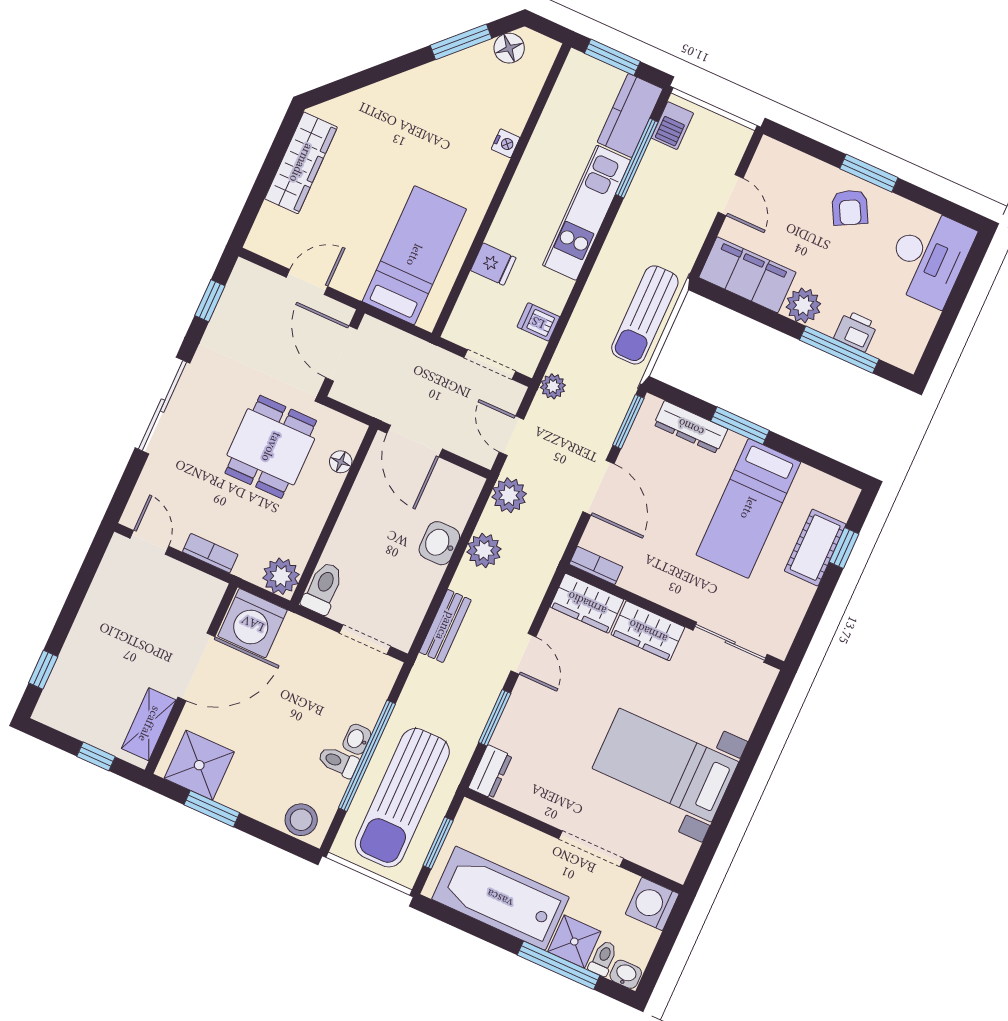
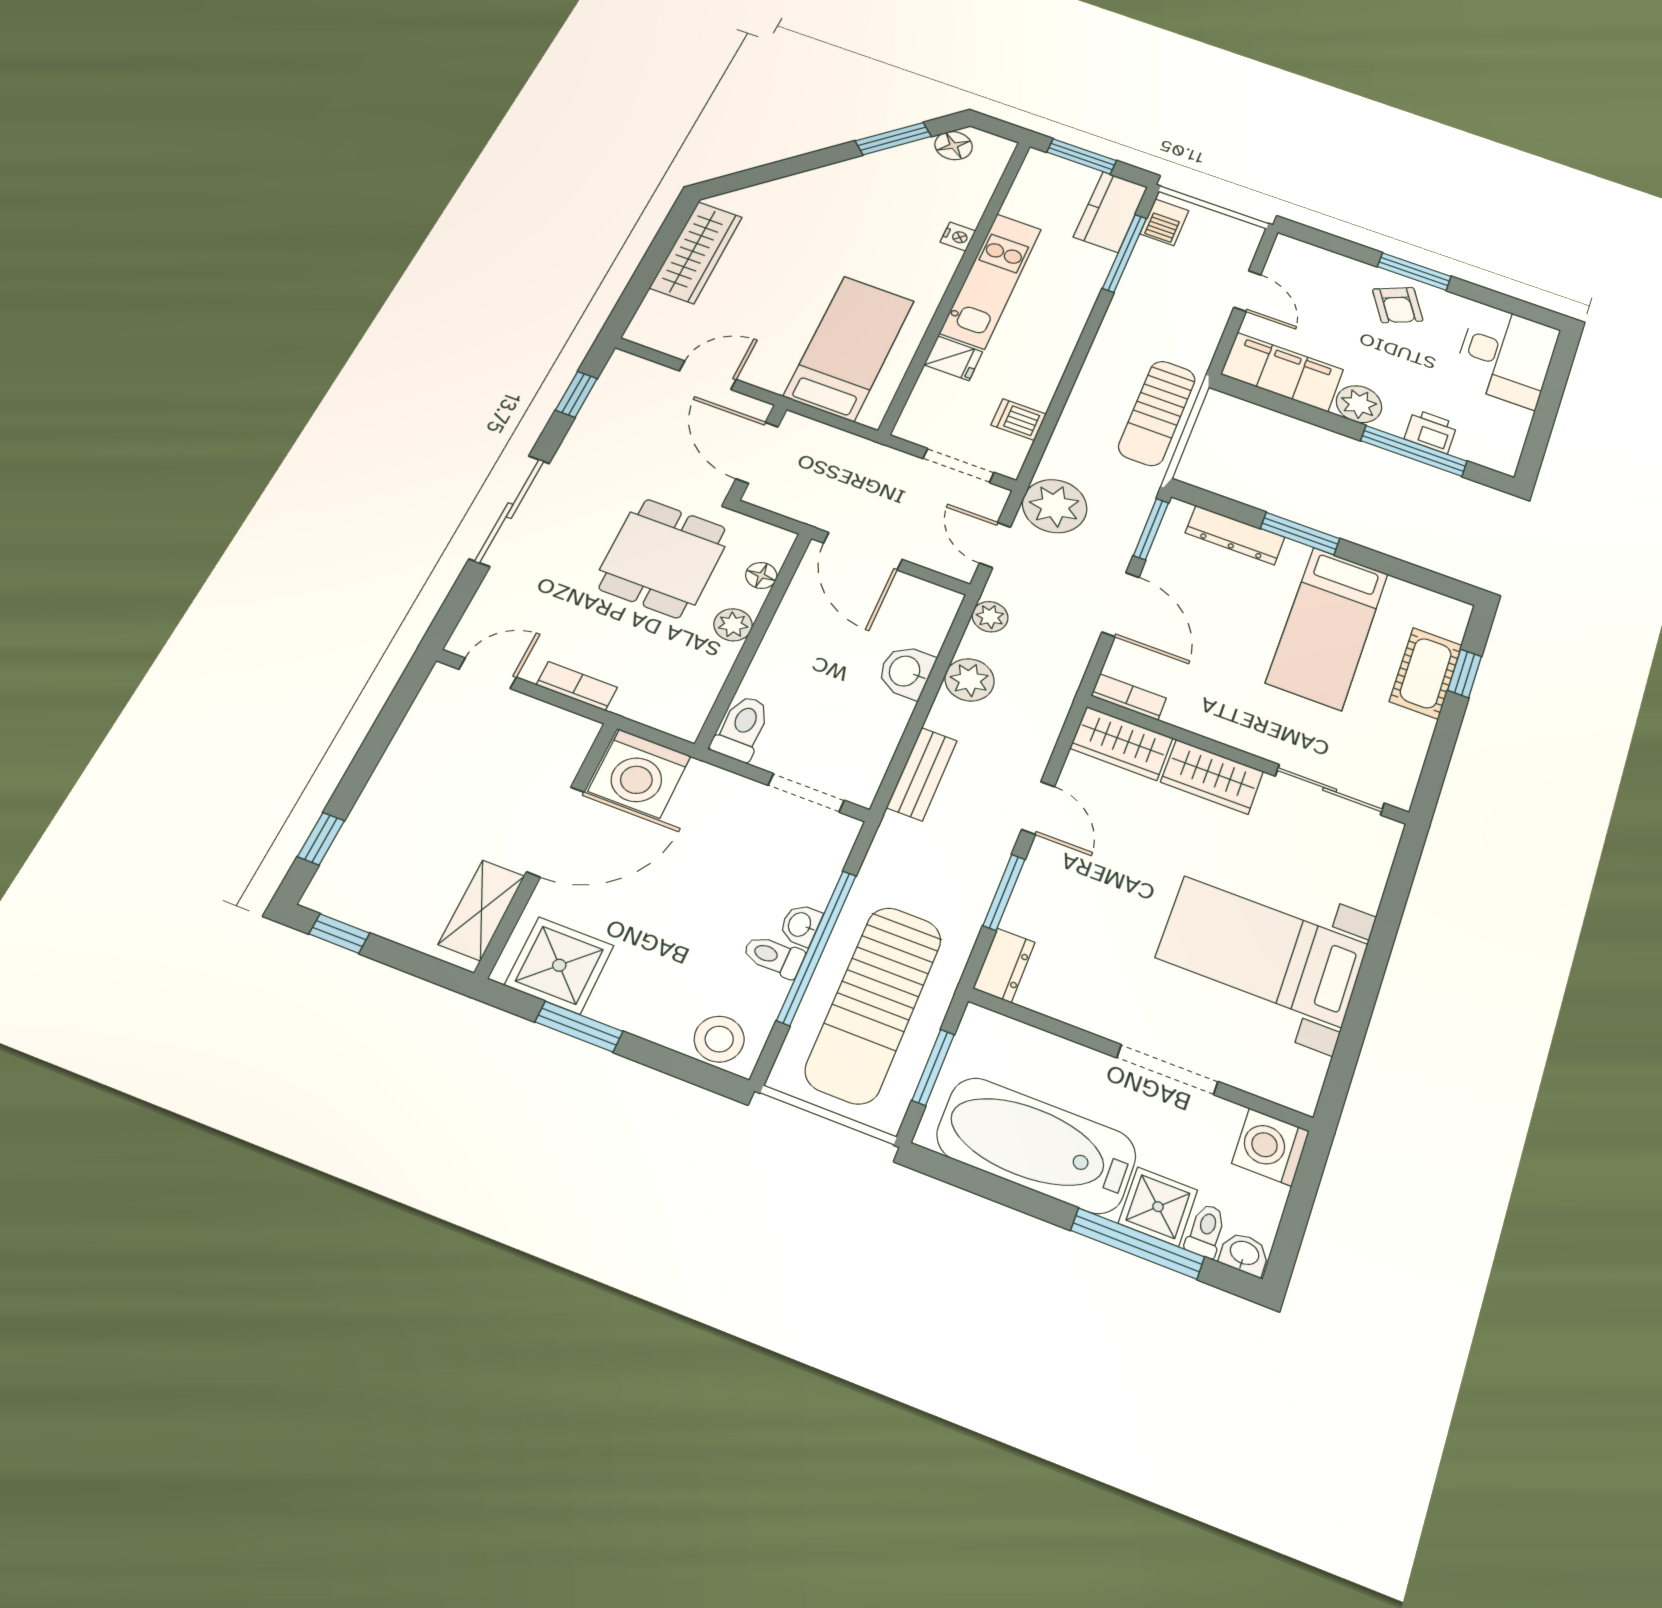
kitchen unit: (586, 213) -> (991, 281), moved, turned 180
plant: (553, 386) -> (1055, 506), width x1.88, depth x1.88
plant: (509, 495) -> (990, 617), width x0.73, depth x0.73
door: (149, 542) -> (488, 673), hinge flipped
plant: (281, 576) -> (733, 625), moved, width x0.73, depth x0.73
window: (96, 756) -> (339, 934), moved

